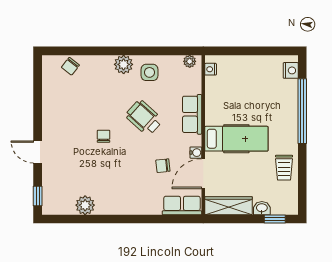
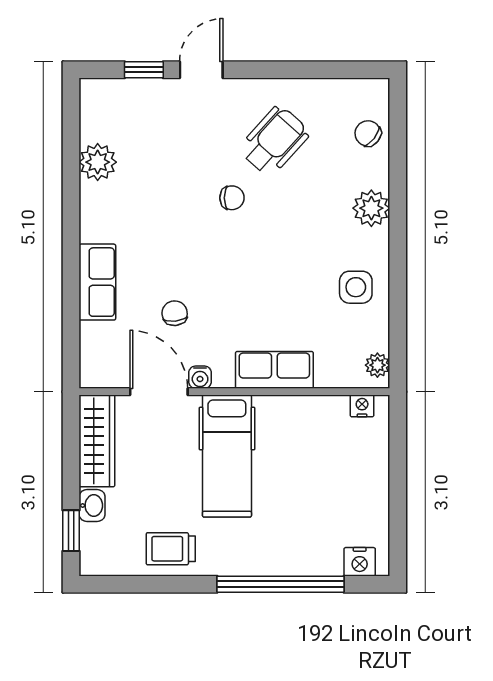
plant: (124, 64) -> (371, 208), moved
wheelchair: (144, 118) -> (274, 141), moved
window: (38, 196) -> (144, 70), moved
row of seats: (182, 205) -> (97, 282), moved

